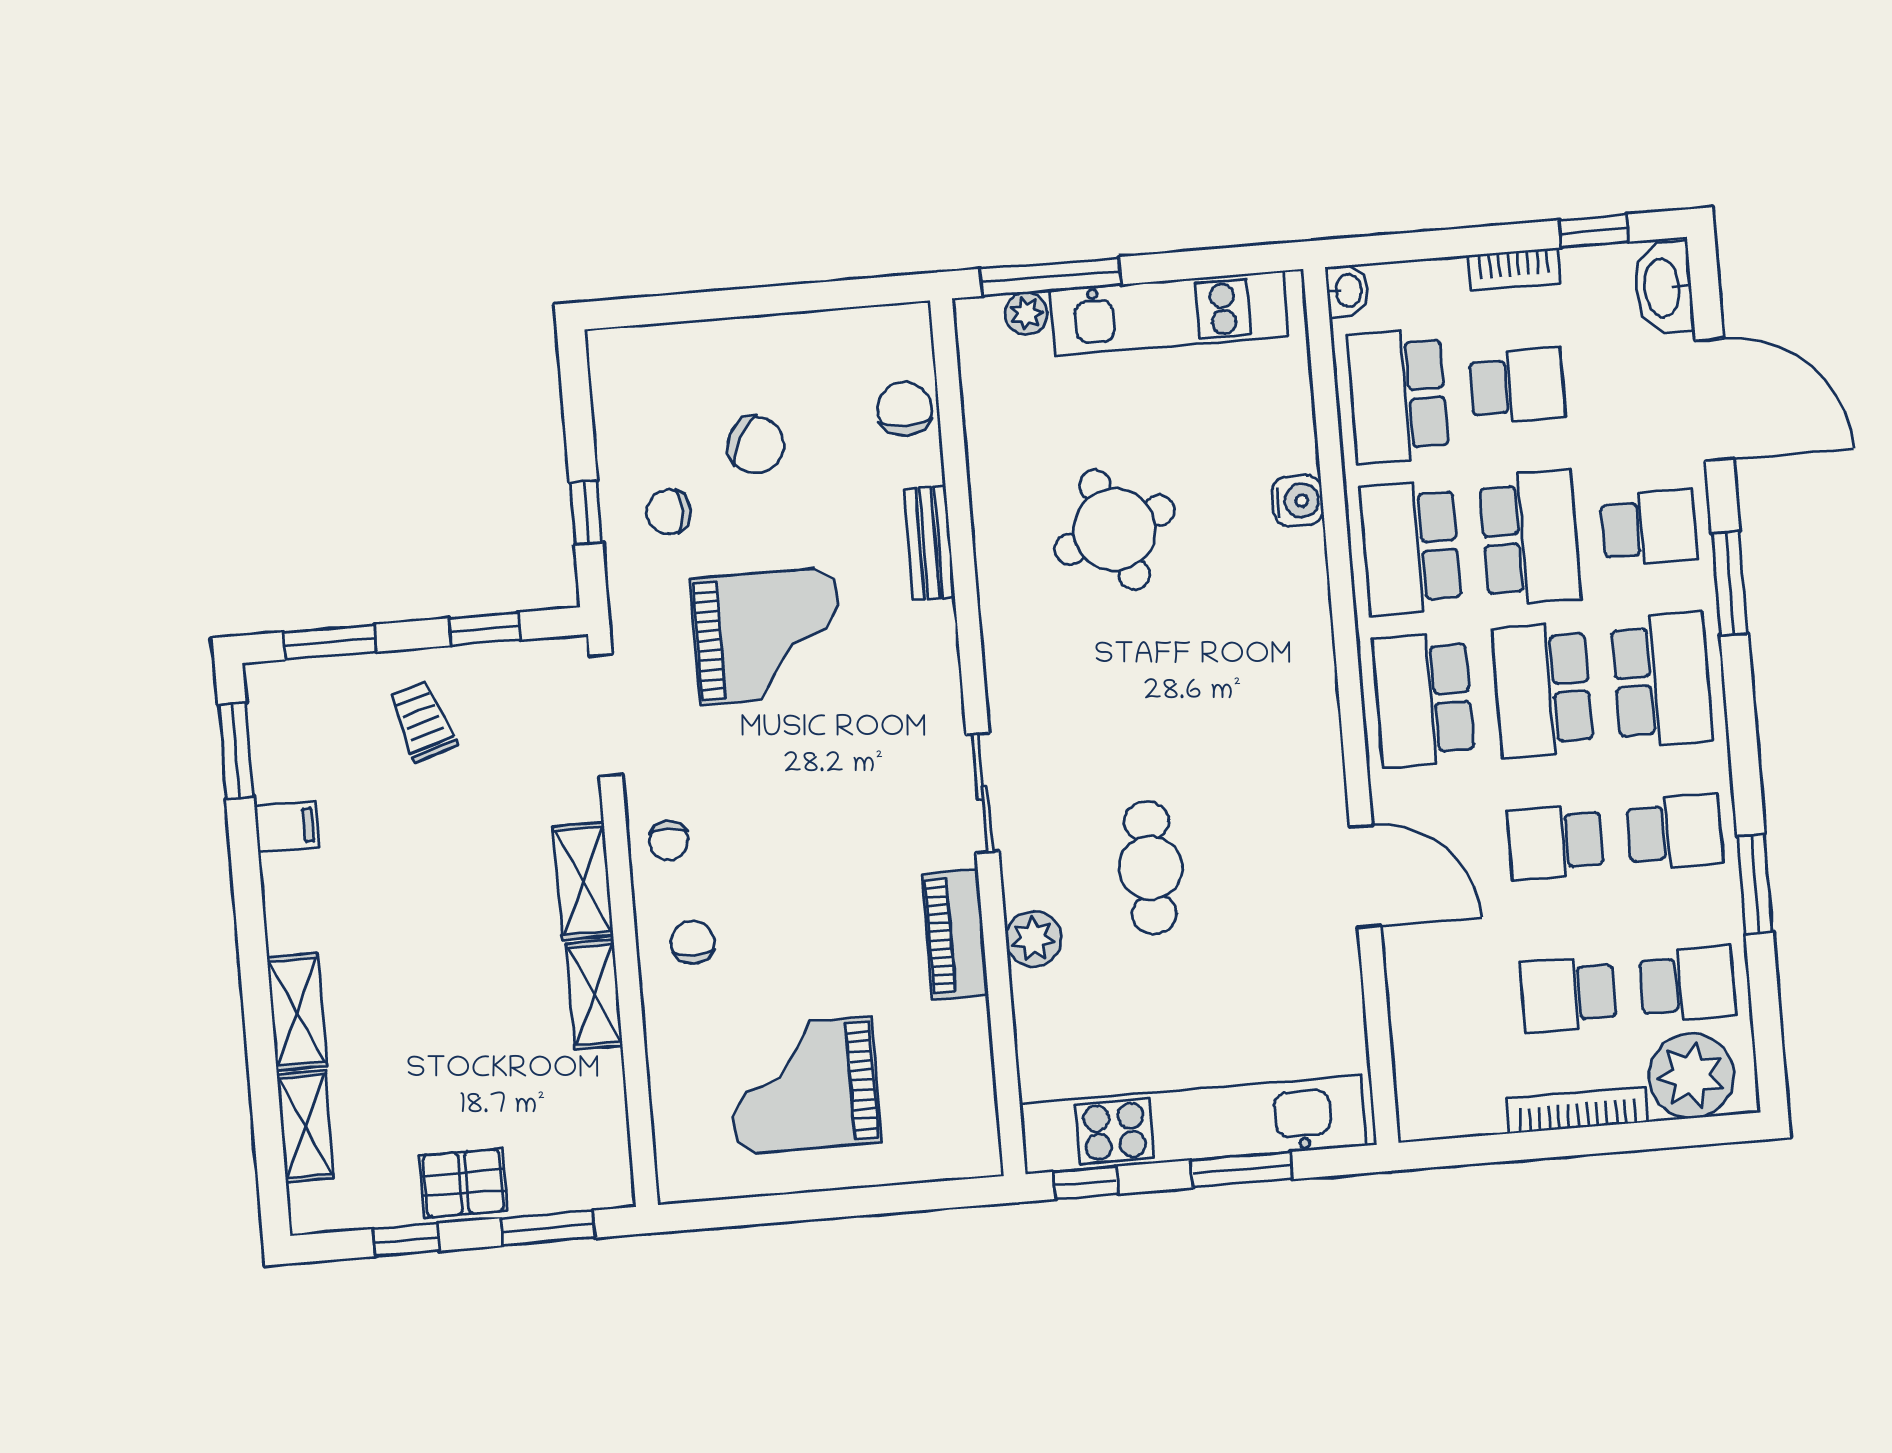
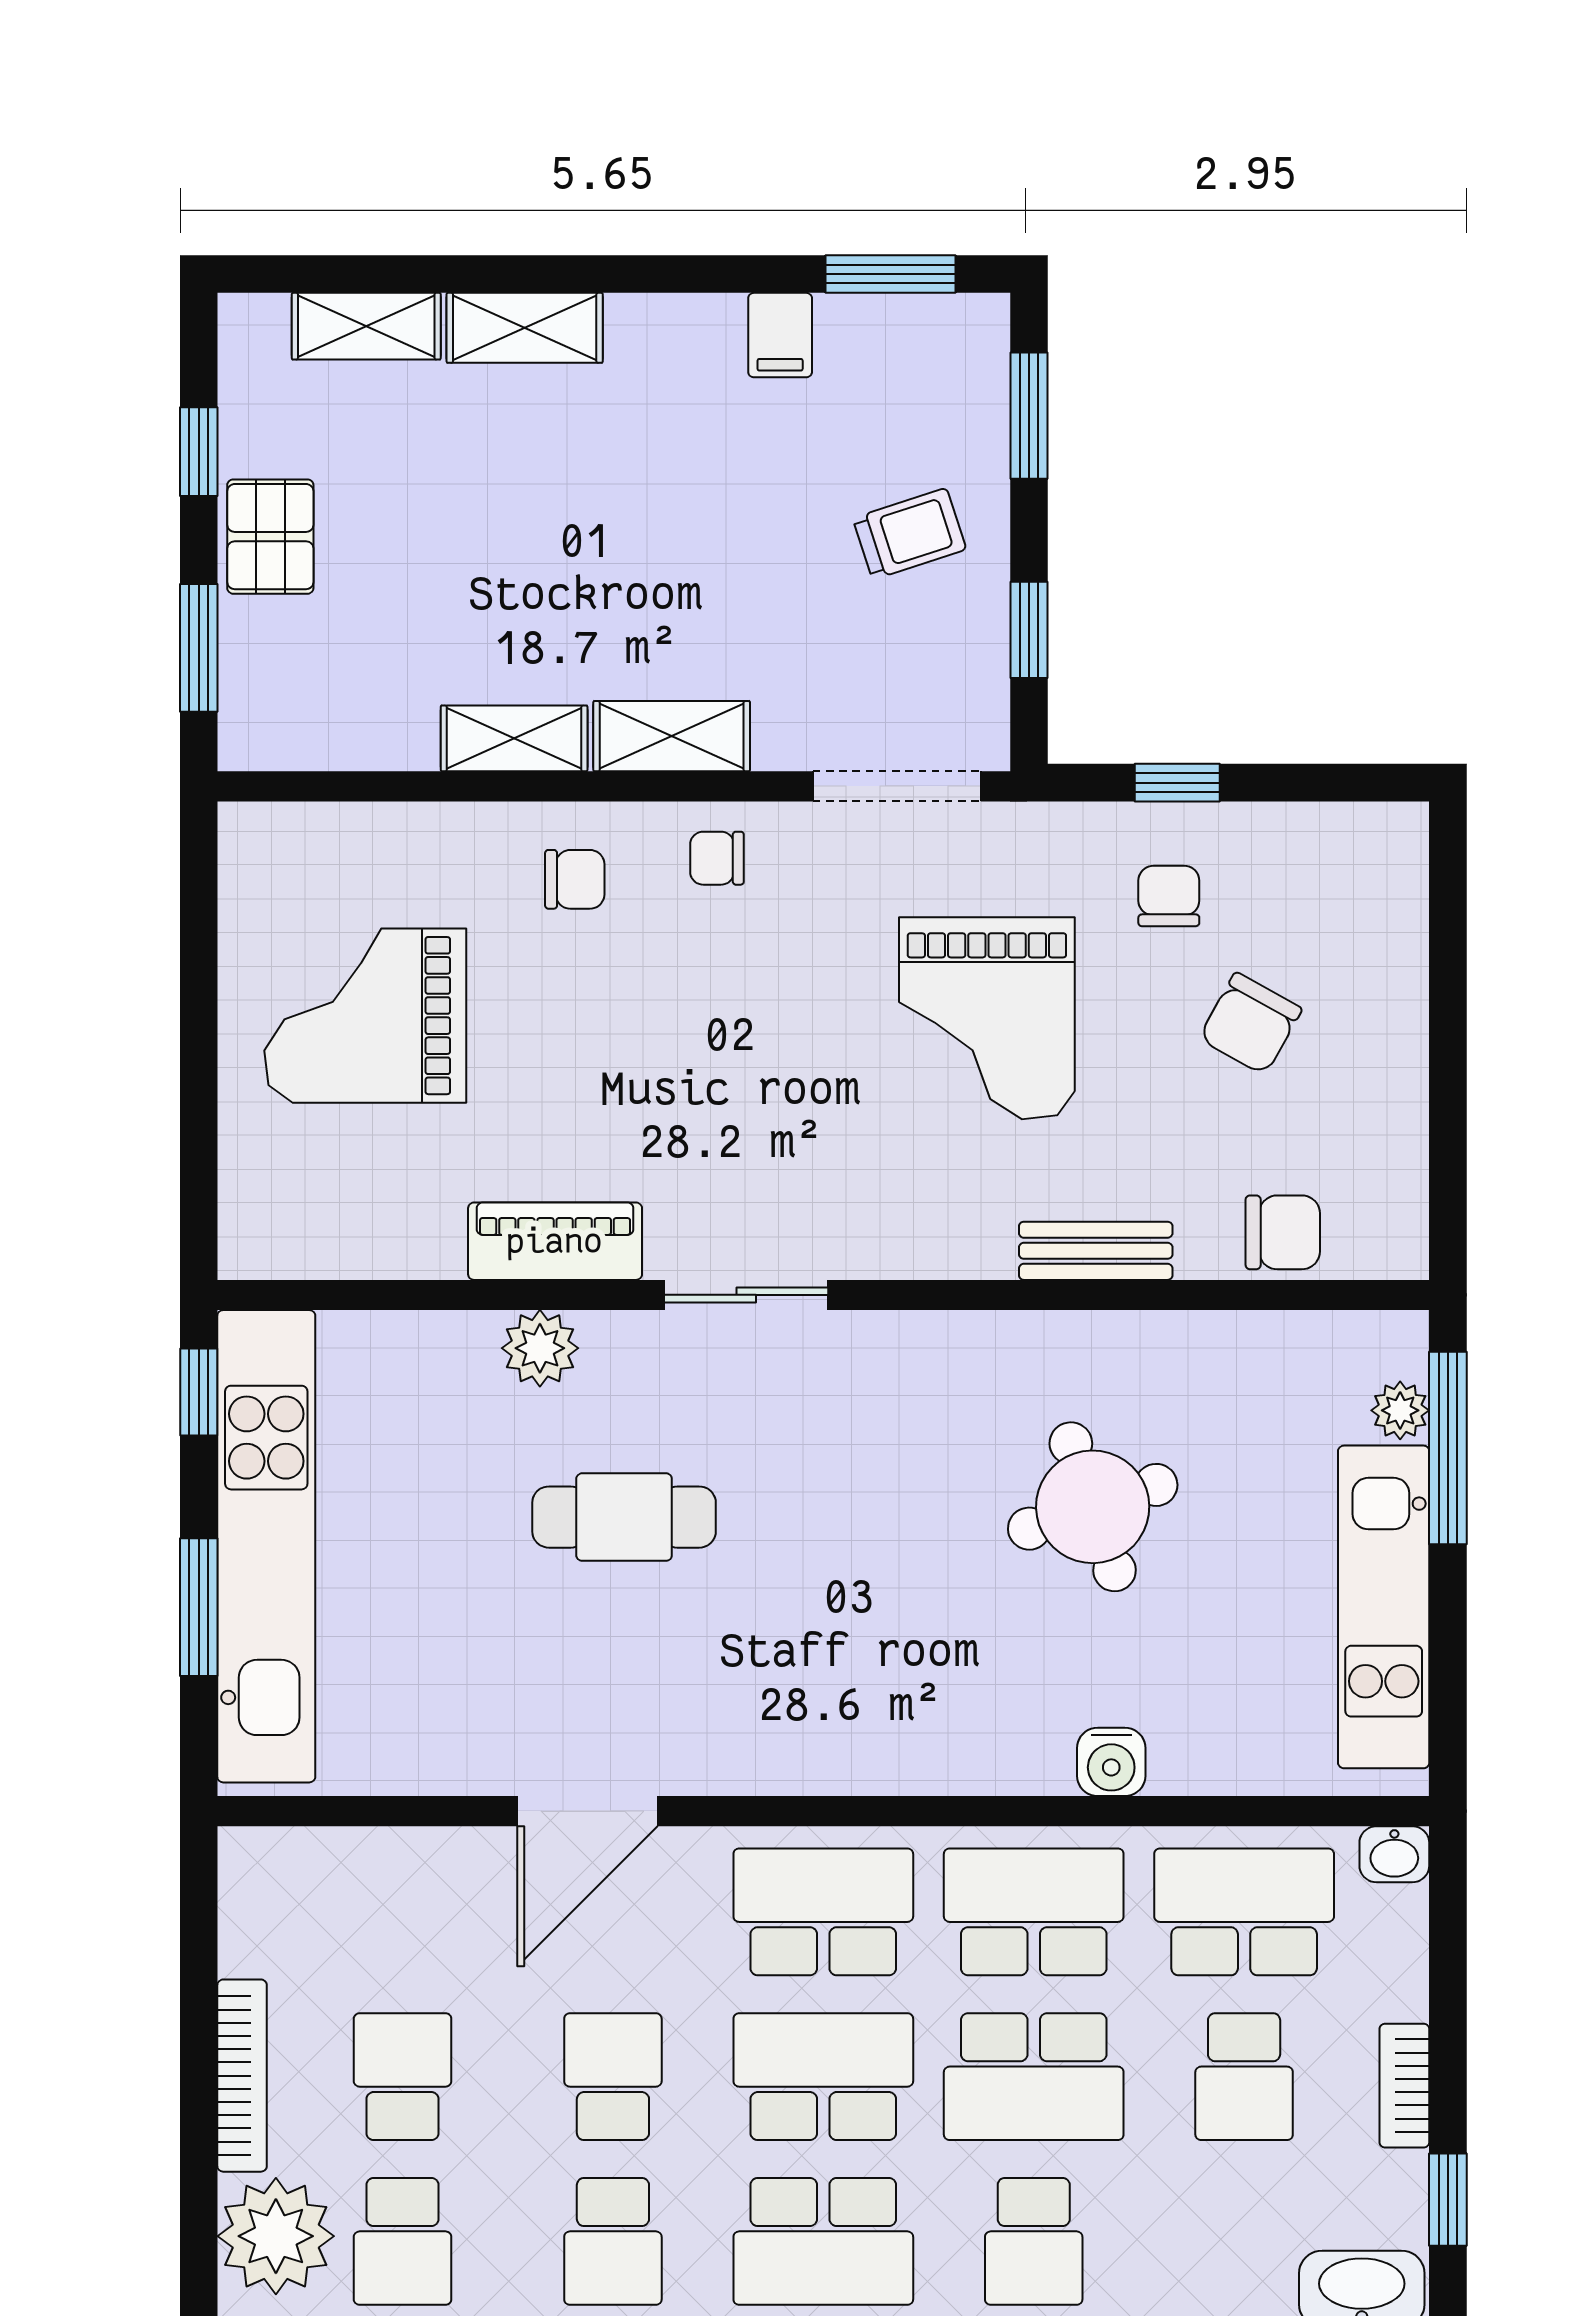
grand piano: (804, 1085) -> (365, 1016), turned -90

